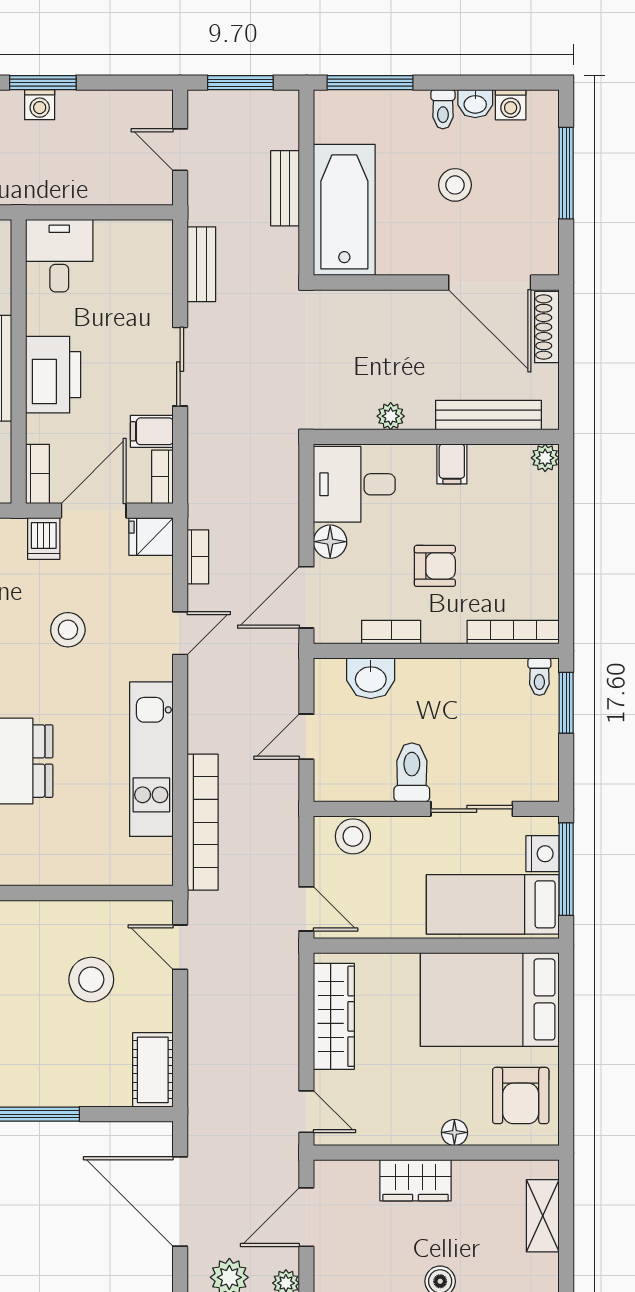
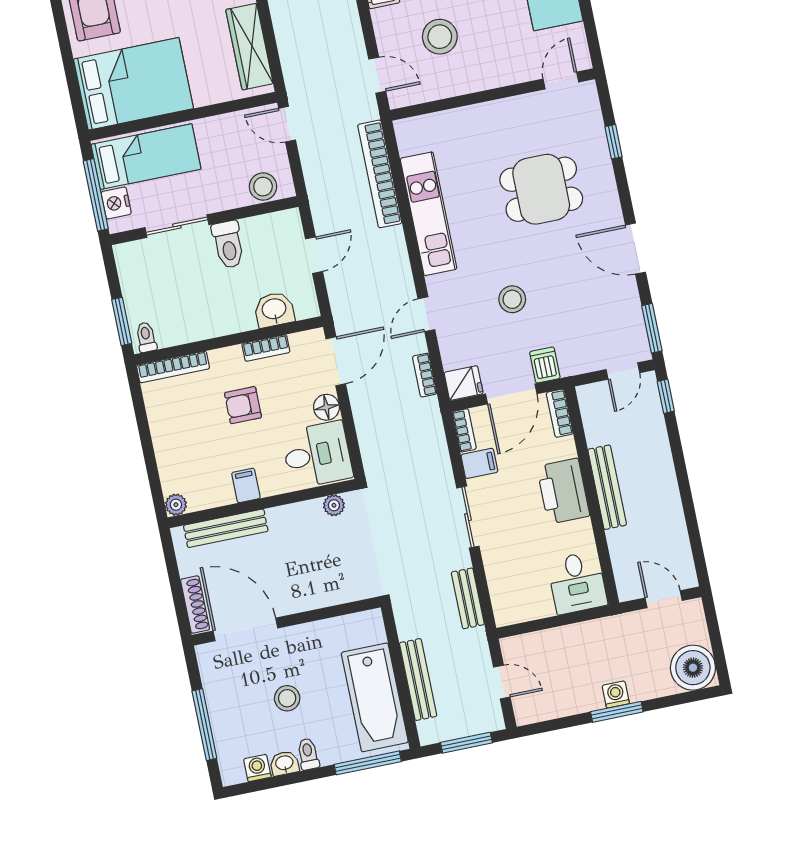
bench: (285, 188) -> (418, 680), width x1.36
bathtub: (344, 210) -> (375, 697), moved
plant: (391, 416) -> (334, 505), moved

